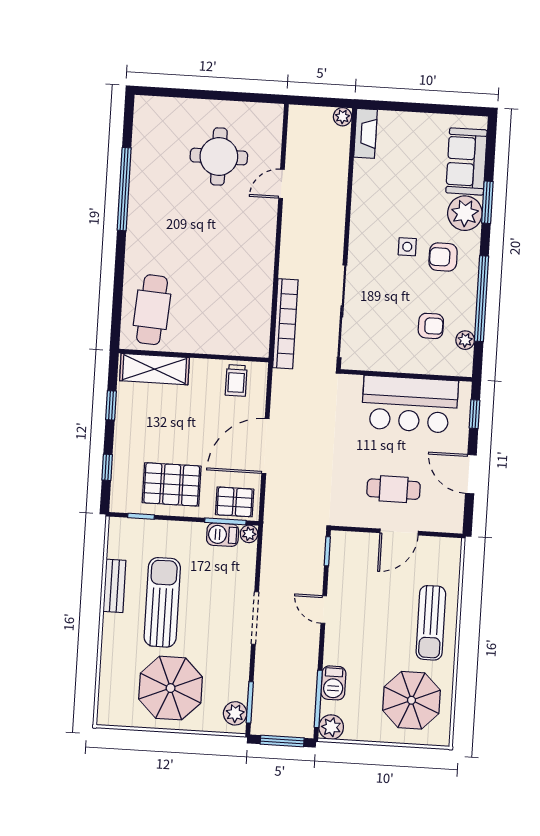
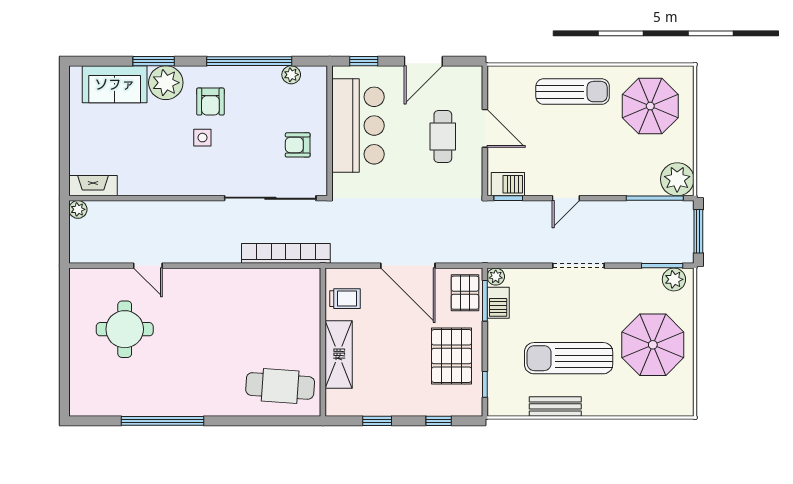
armchair: (431, 326) -> (298, 145), moved, turned -90
shelving: (154, 369) -> (339, 354), moved
barbecue: (333, 683) -> (508, 184), moved
plant: (331, 727) -> (677, 179), width x1.36, depth x1.36

